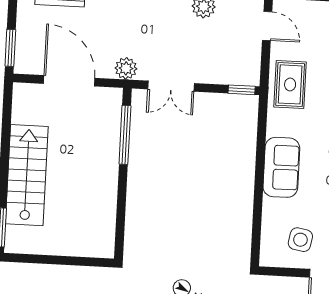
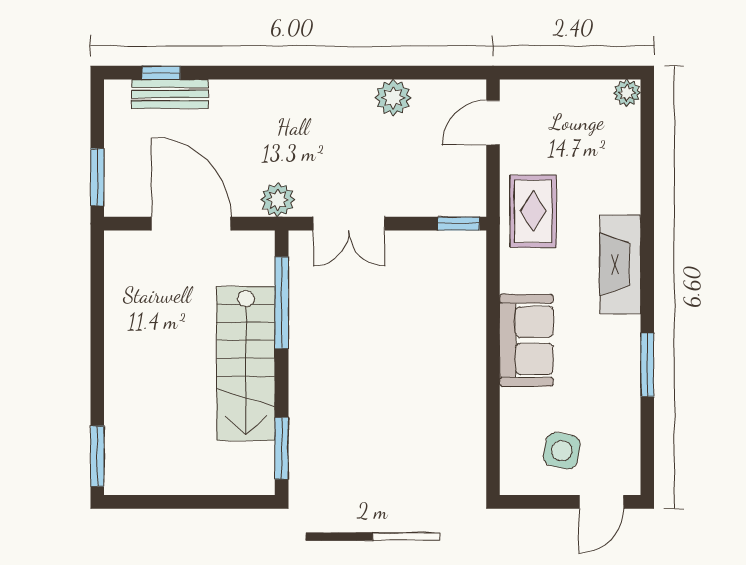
door: (267, 26) -> (493, 123), swing flipped
stairs: (27, 175) -> (246, 363), moved, turned 180
window: (120, 229) -> (282, 448), added

